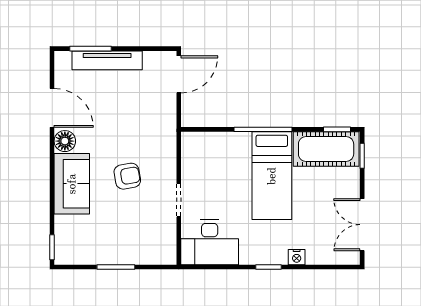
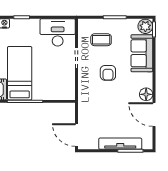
door: (179, 74) -> (77, 135), hinge flipped
armchair: (127, 176) -> (108, 73), turned -80
sofa: (72, 184) -> (142, 53), moved
coffee table: (138, 230) -> (101, 40), added
plant: (66, 252) -> (145, 26), added

